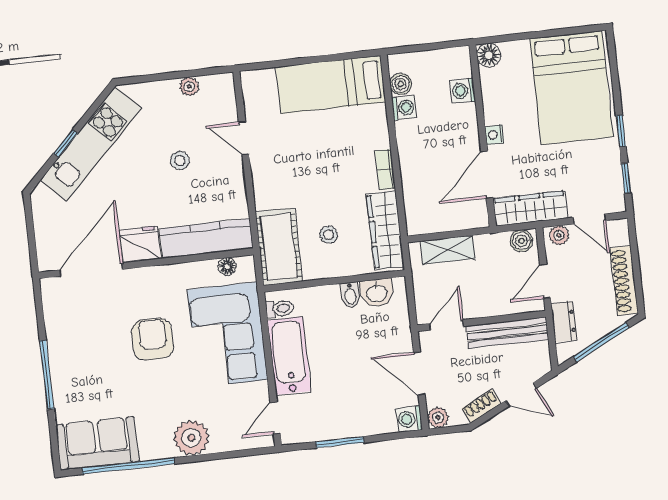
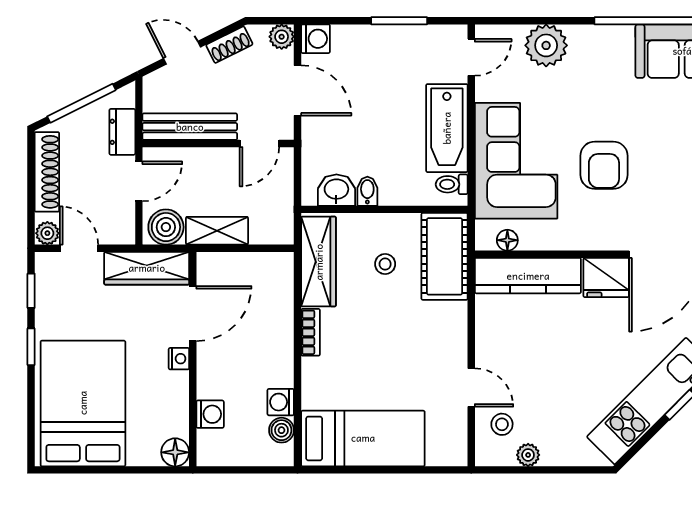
stool: (180, 160) -> (502, 424), moved
plant: (559, 235) -> (47, 233), moved
boiler: (521, 241) -> (166, 227), width x1.36, depth x1.36
shelving: (448, 250) -> (217, 231), moved
plant: (191, 438) -> (546, 45), moved

